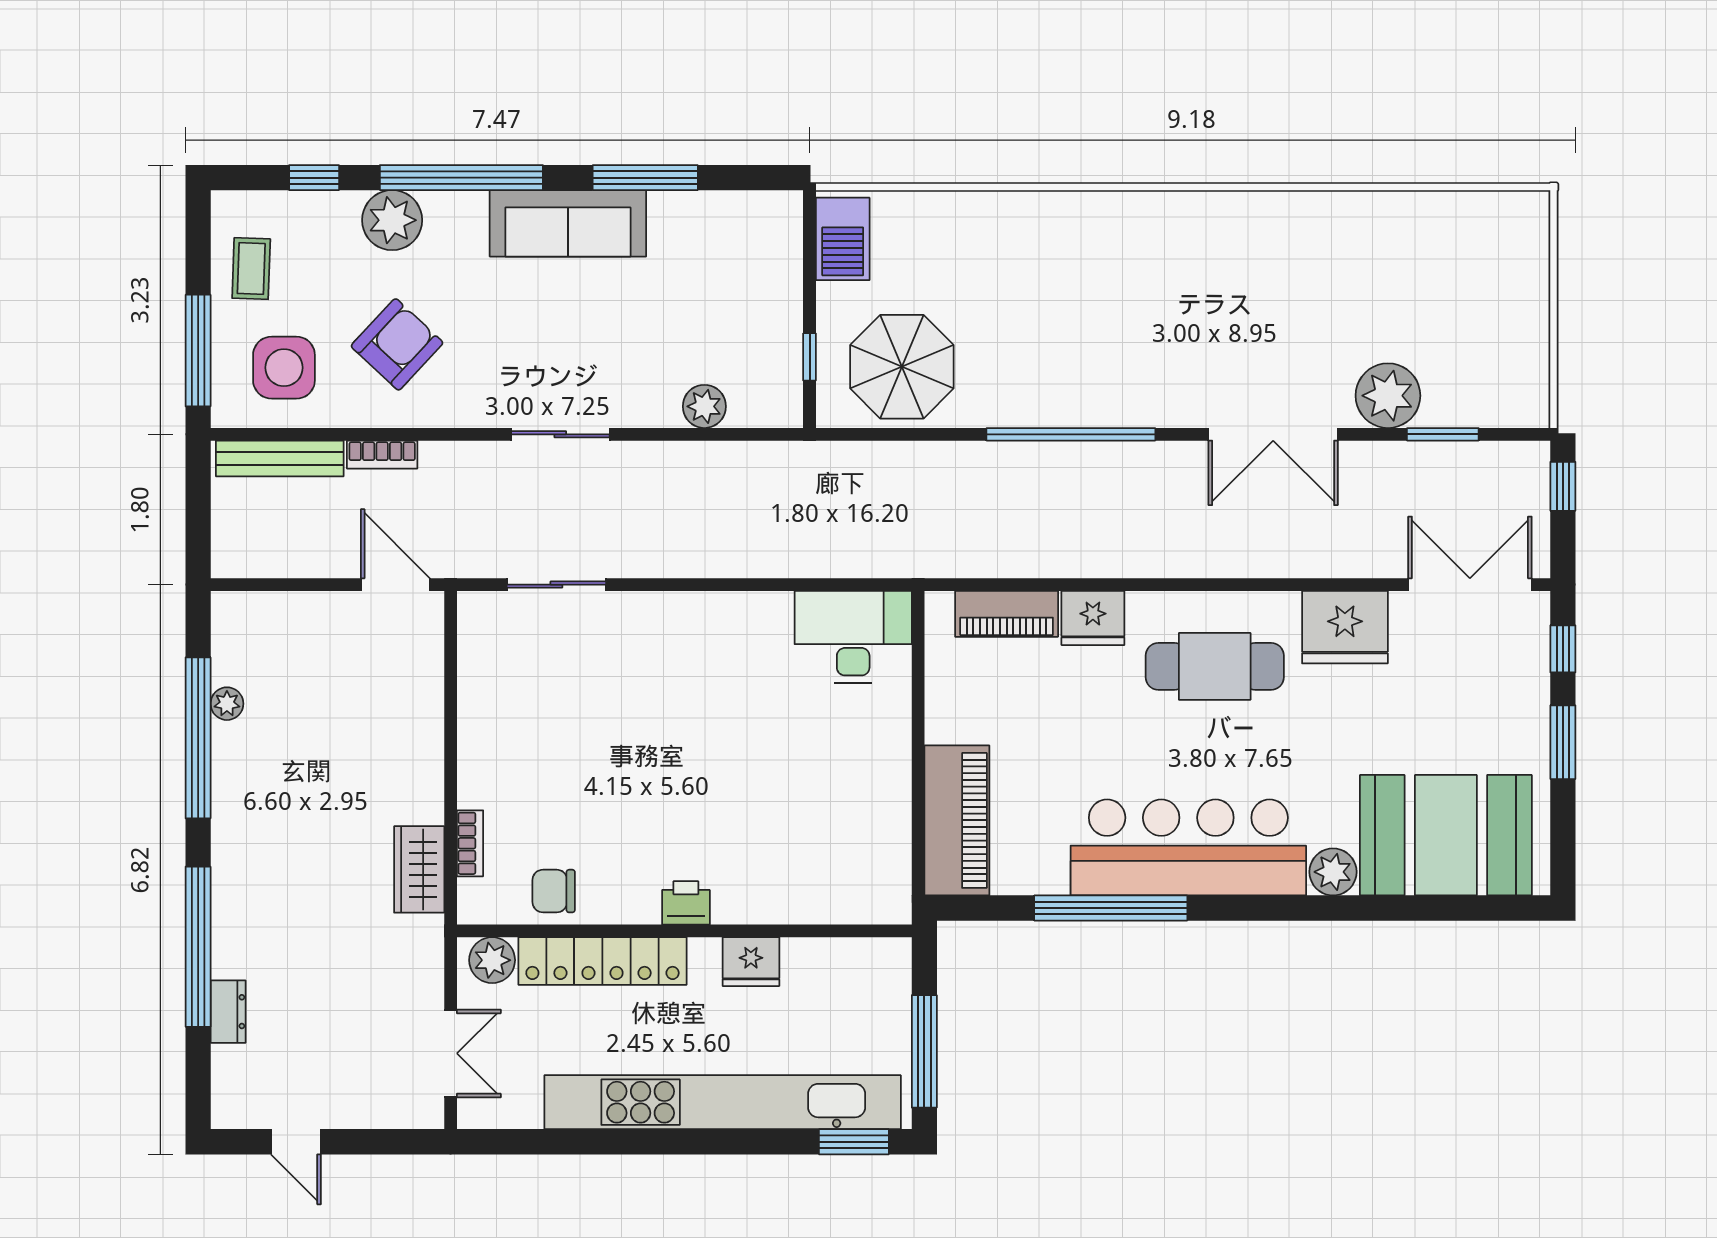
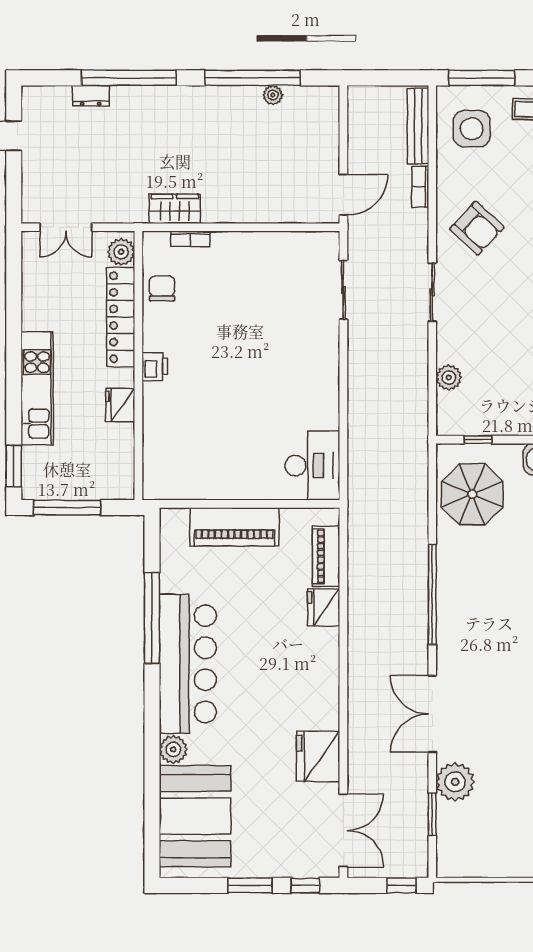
armchair: (397, 344) -> (477, 228), moved
cafe table: (1215, 666) -> (295, 679), removed
piano: (957, 820) -> (234, 527), moved
kitchen unit: (723, 1102) -> (37, 388), width x0.54

